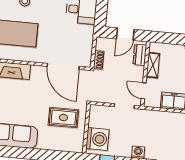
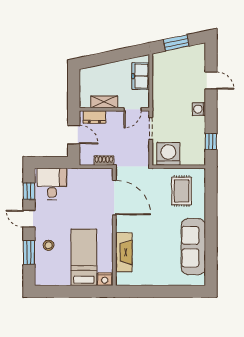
door: (63, 66) -> (114, 198), hinge flipped
rug: (63, 118) -> (182, 191), moved
washing machine: (97, 139) -> (168, 154), moved

